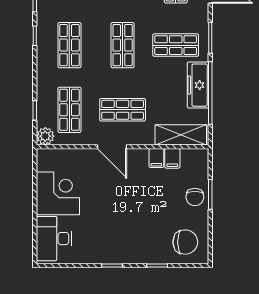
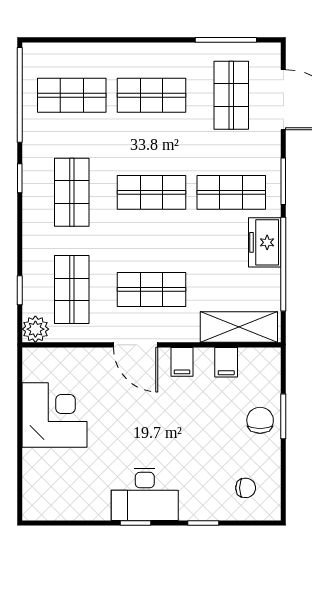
shop shelf: (123, 45) -> (152, 192), turned 90
freezer: (198, 85) -> (265, 242), width x0.71
filing cabinet: (156, 158) -> (182, 362), moved
chair: (195, 197) -> (260, 420), turned 180
desk: (54, 239) -> (145, 494), moved, turned -90
chair: (185, 242) -> (246, 488), width x0.54, depth x0.54

